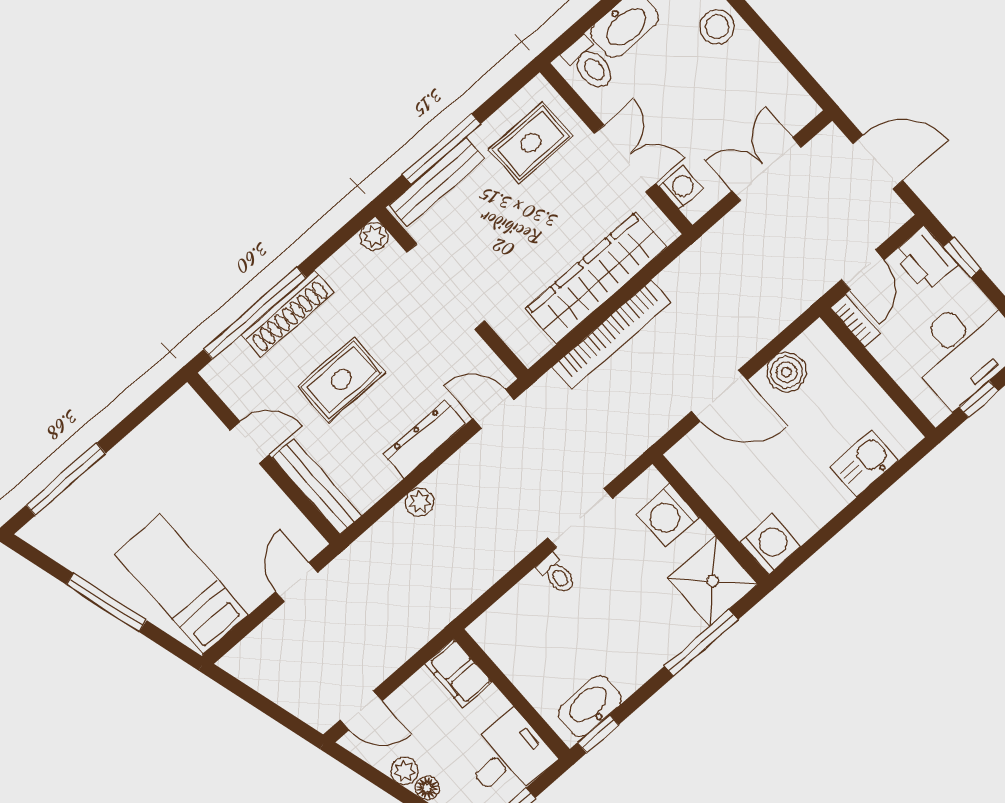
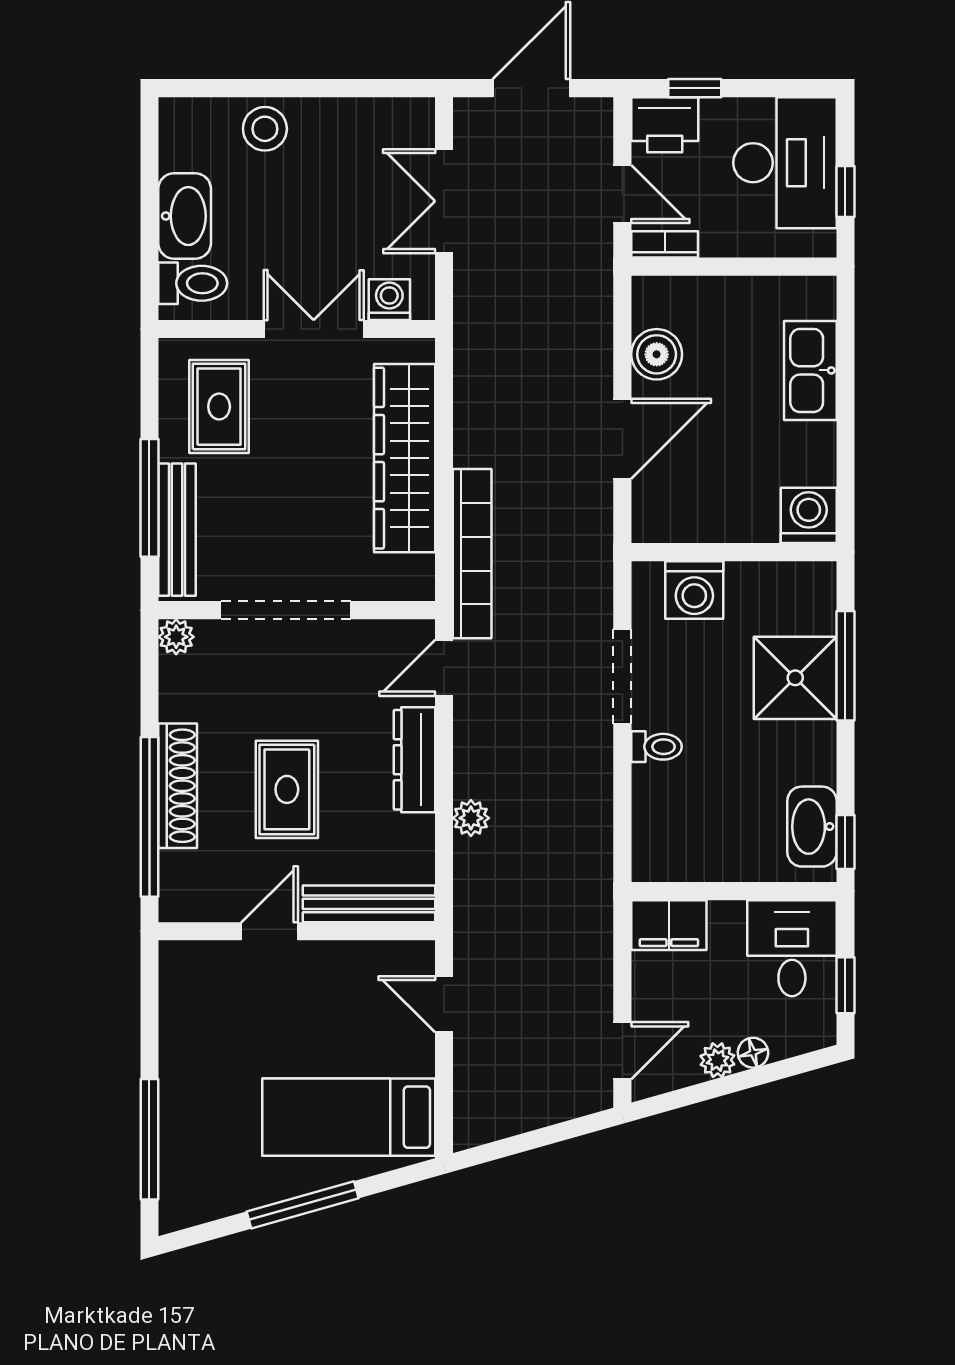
bookcase: (611, 335) -> (472, 554), moved
kitchen sink: (864, 464) -> (810, 370), width x1.38
shower: (713, 581) -> (795, 678), moved

